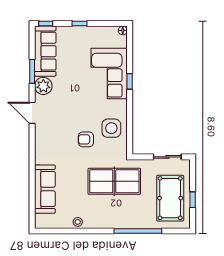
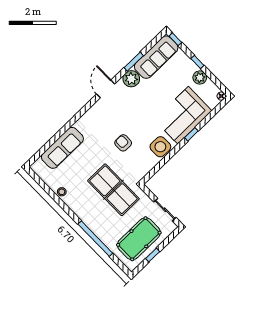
plant: (93, 33) -> (200, 78), added
side table: (111, 128) -> (160, 147), moved

